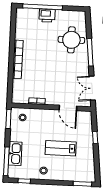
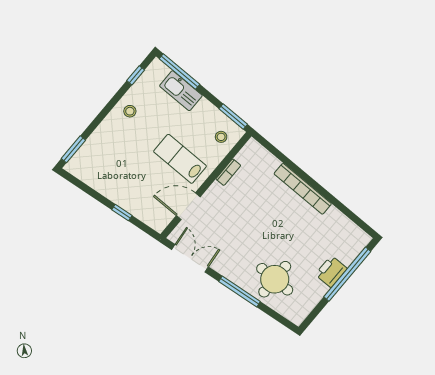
lab bench: (61, 148) -> (180, 159), moved, turned -90

